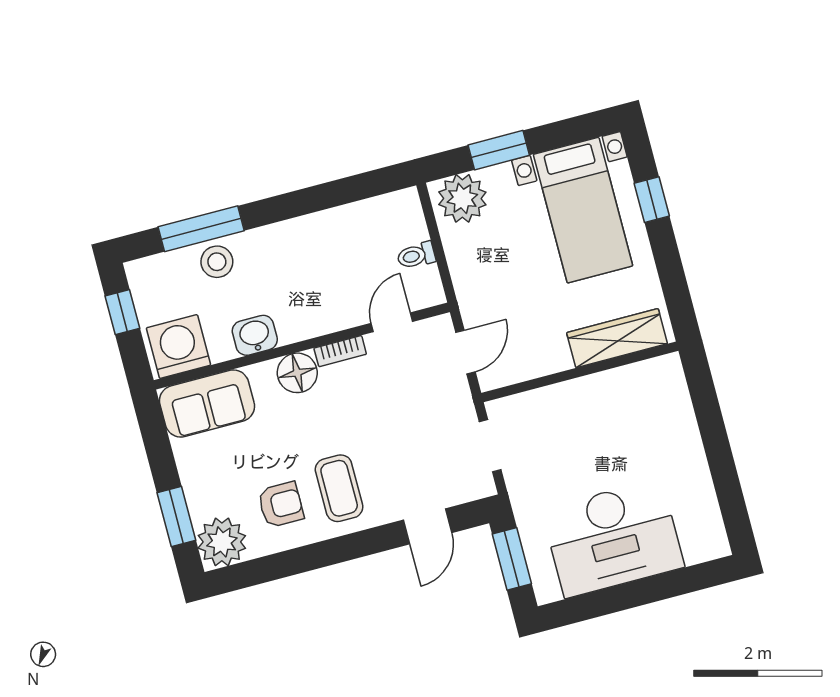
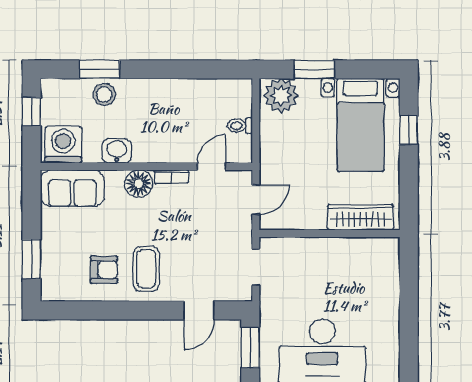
window: (201, 229) -> (99, 69), width x0.69
plant: (222, 542) -> (58, 284), removed

